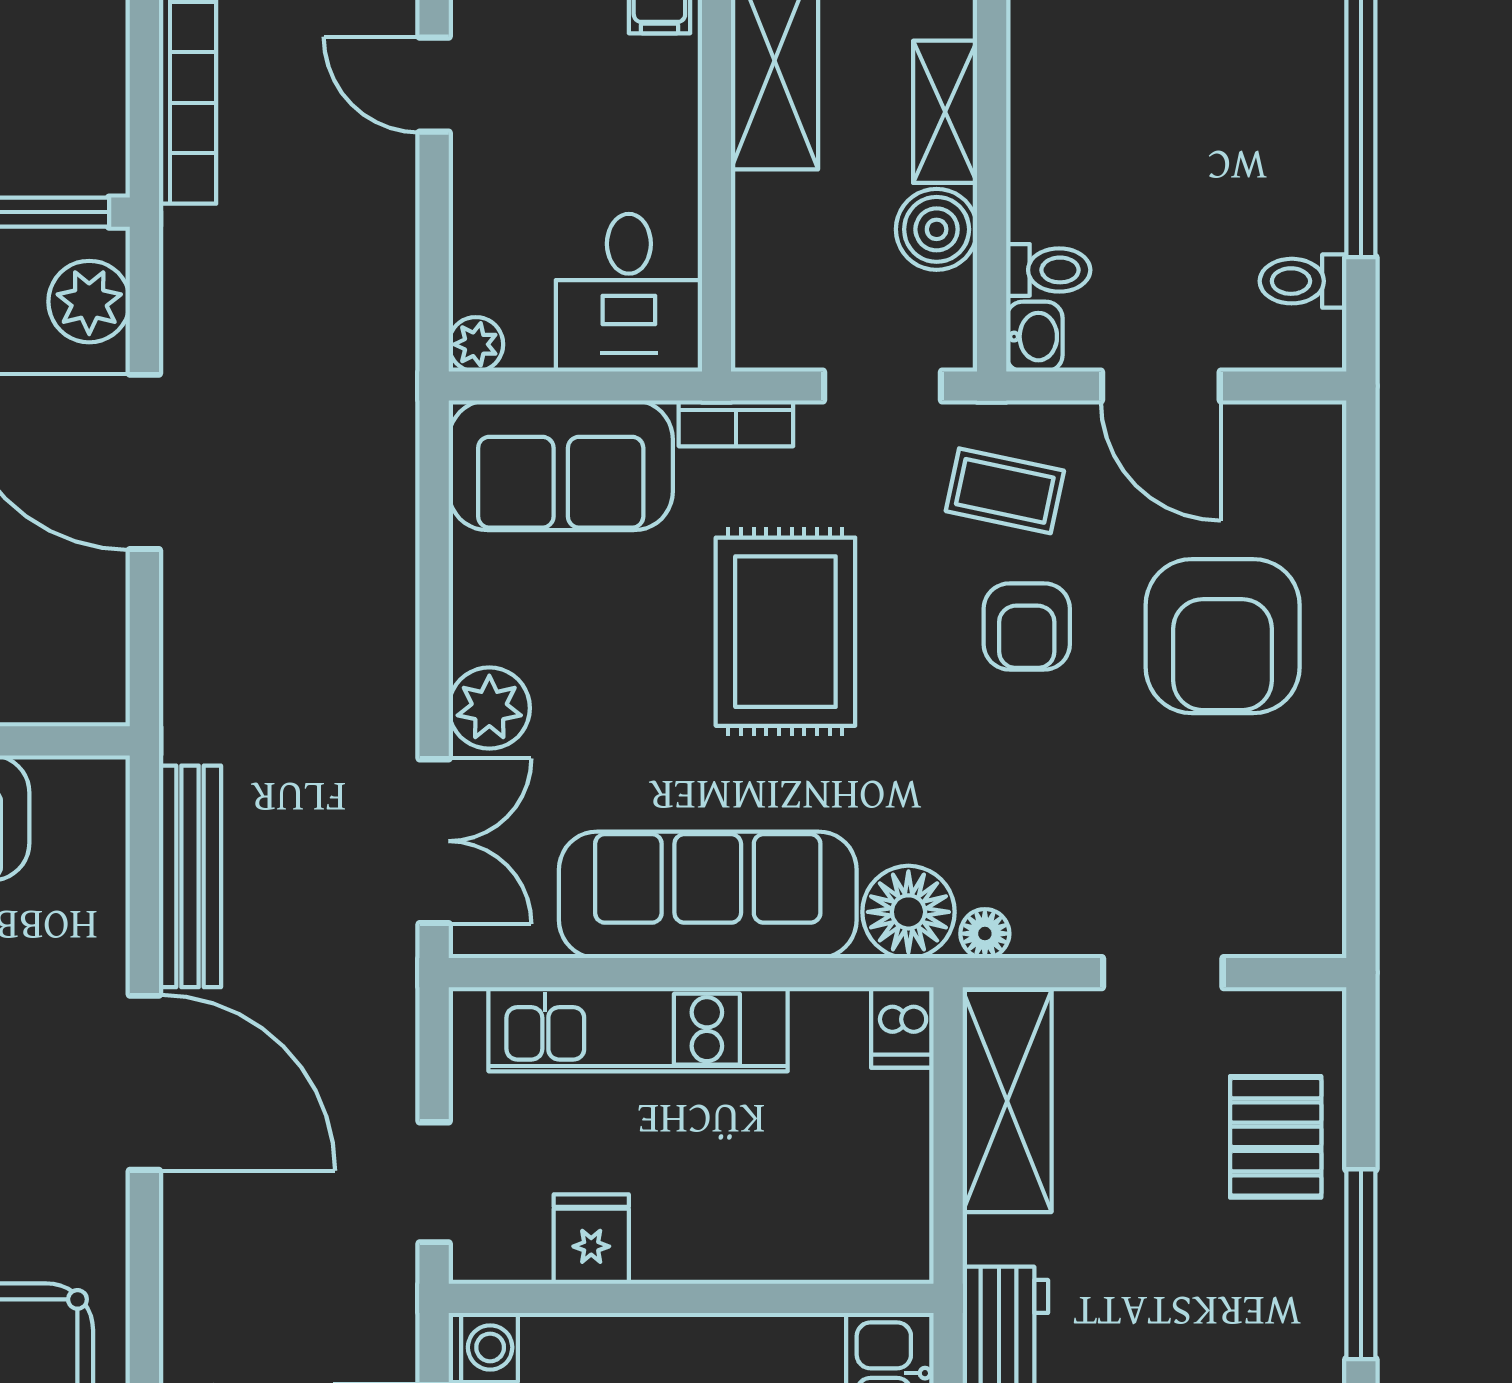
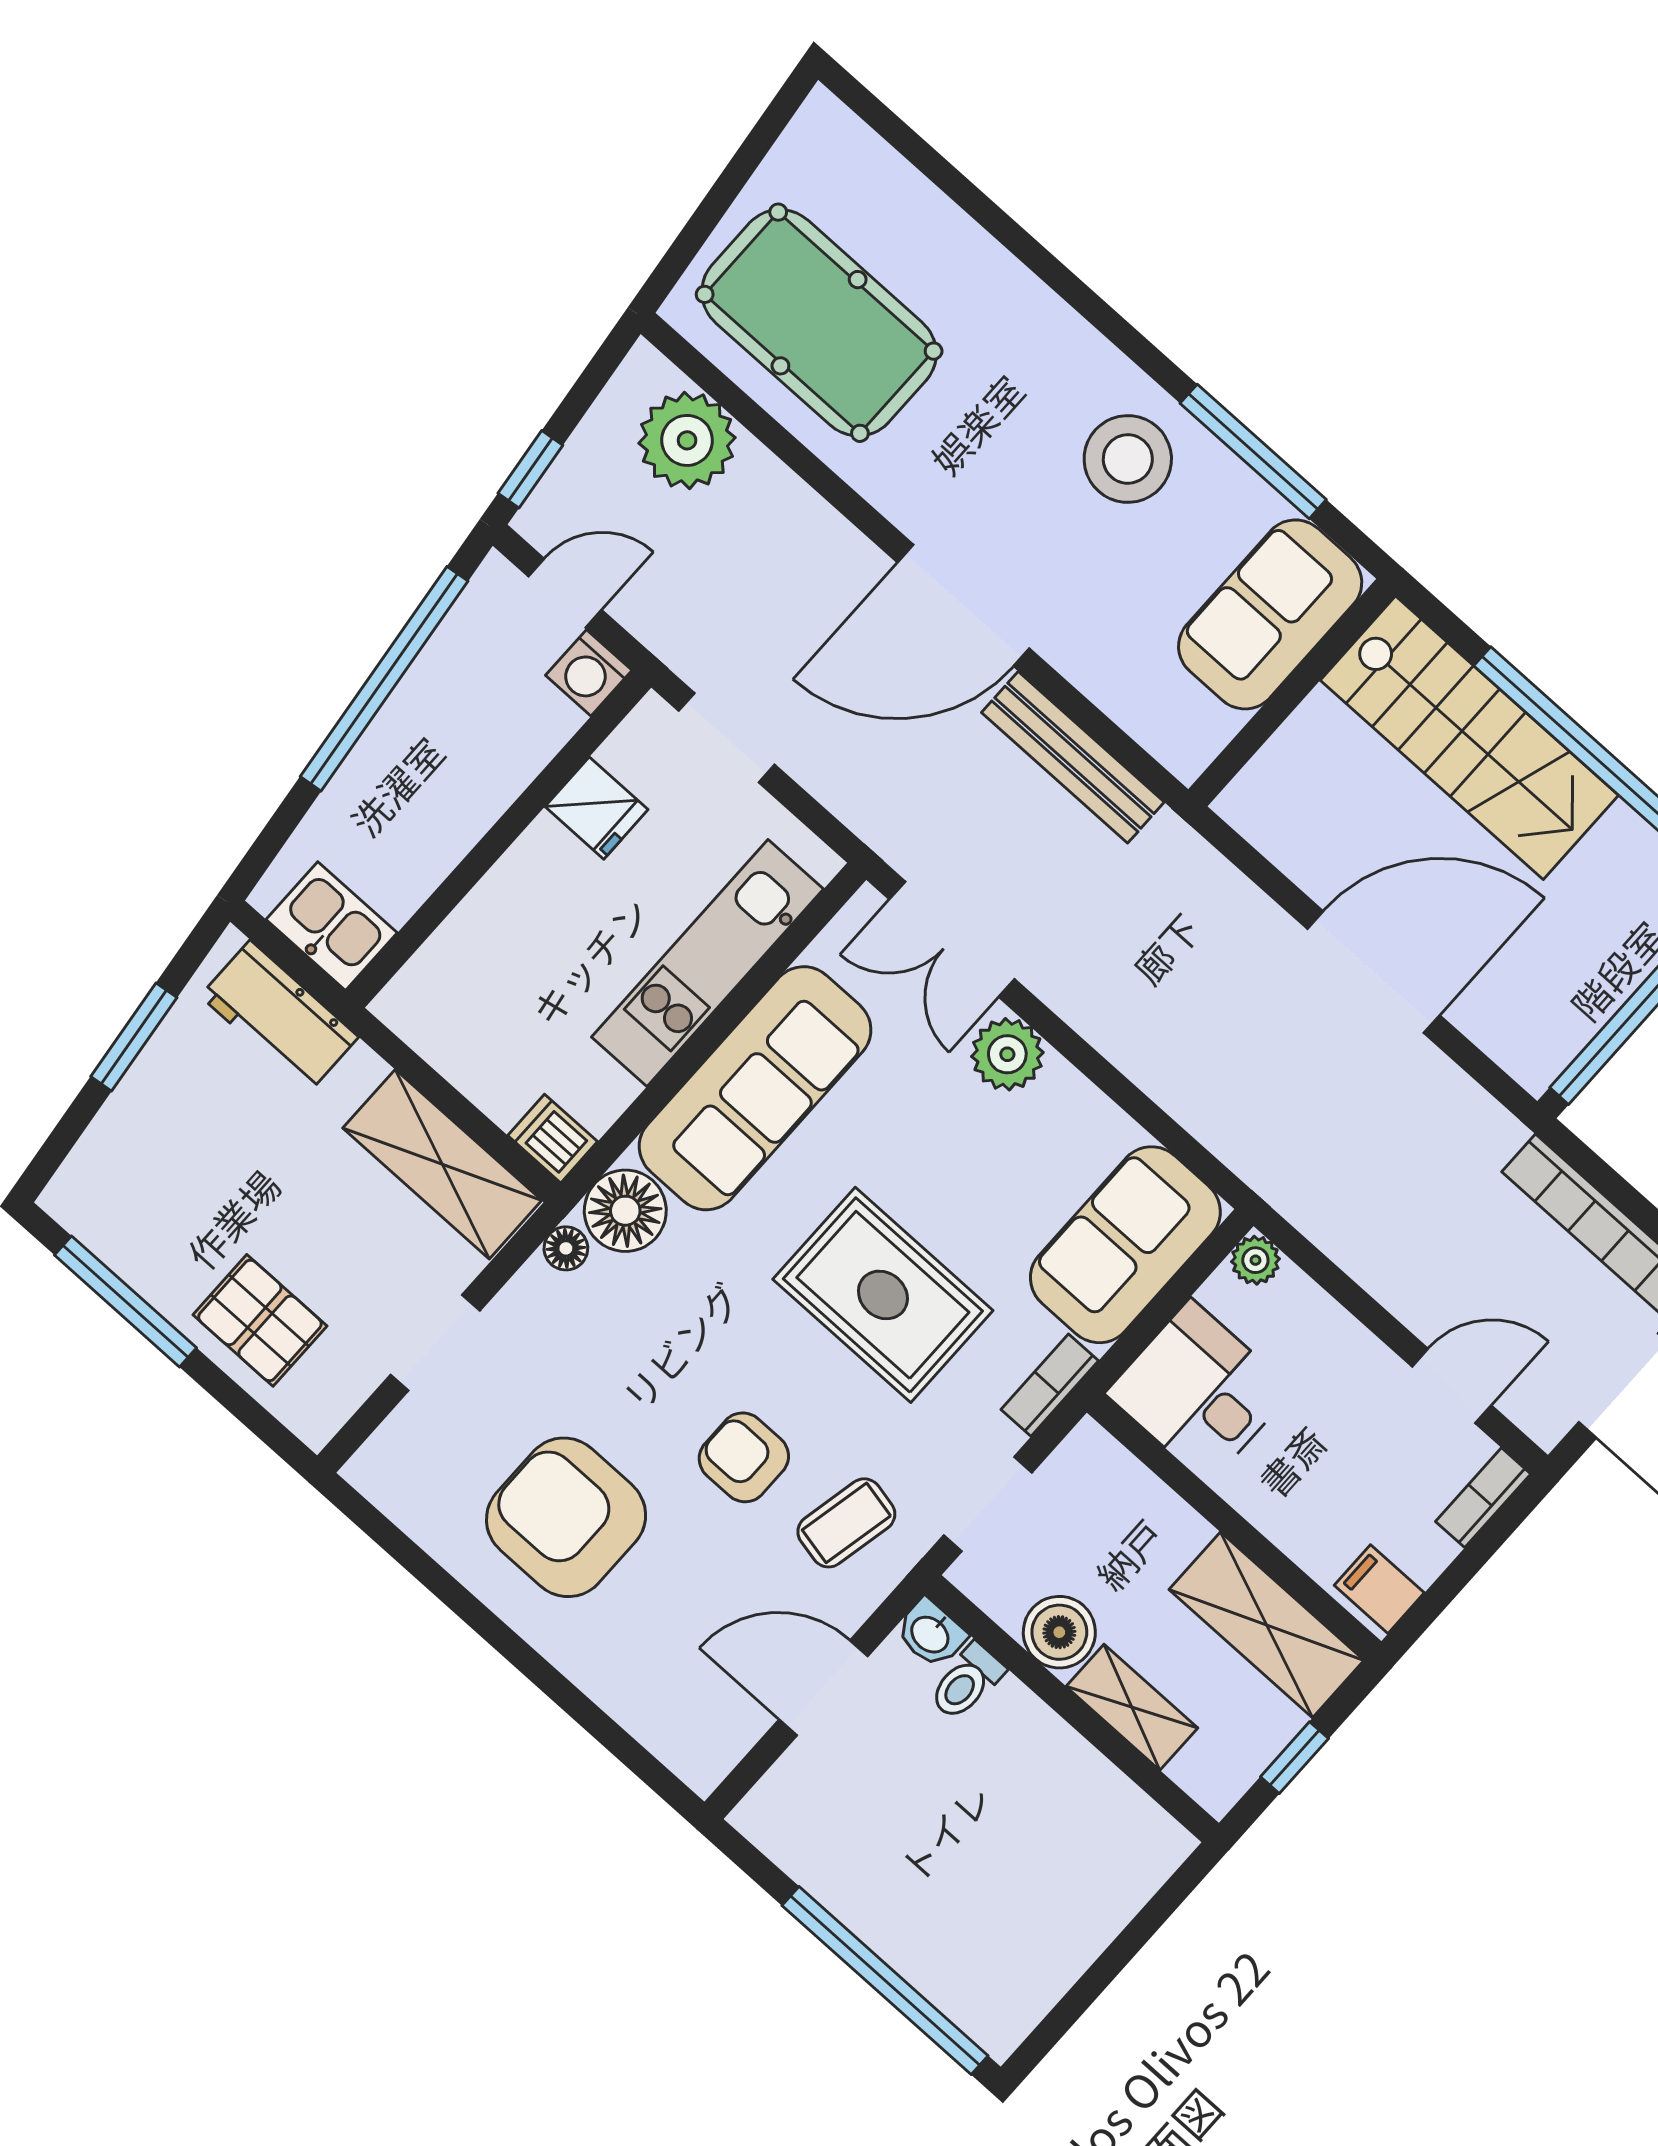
toilet: (1303, 281) -> (809, 1844), removed
plant: (89, 302) -> (1512, 1030), removed
armchair: (1223, 636) -> (566, 1517), moved

